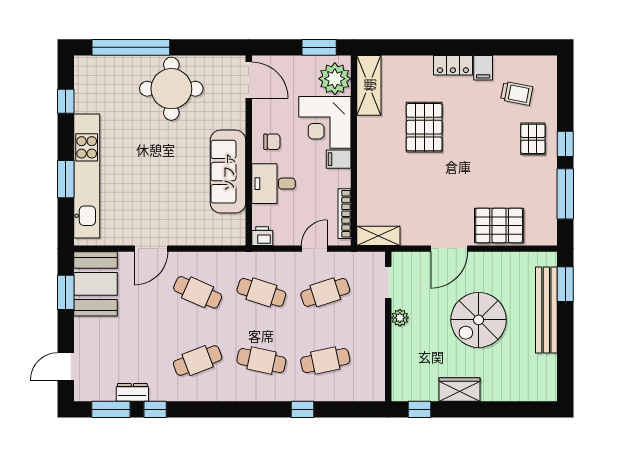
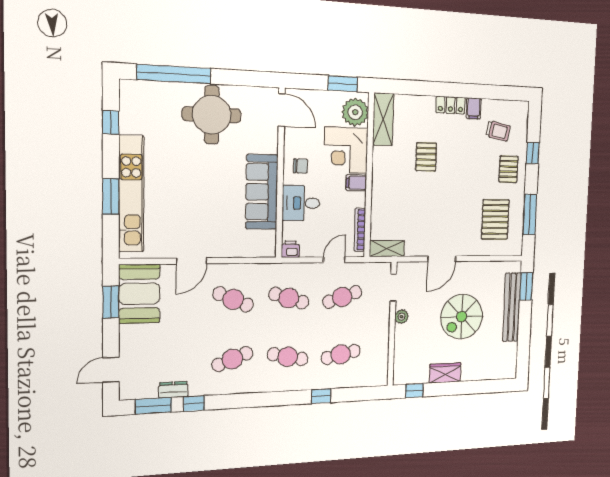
pallet: (424, 127) -> (426, 157), width x0.67, depth x0.71
window: (565, 144) -> (533, 153), moved
pallet: (499, 225) -> (495, 219), moved, turned 90

